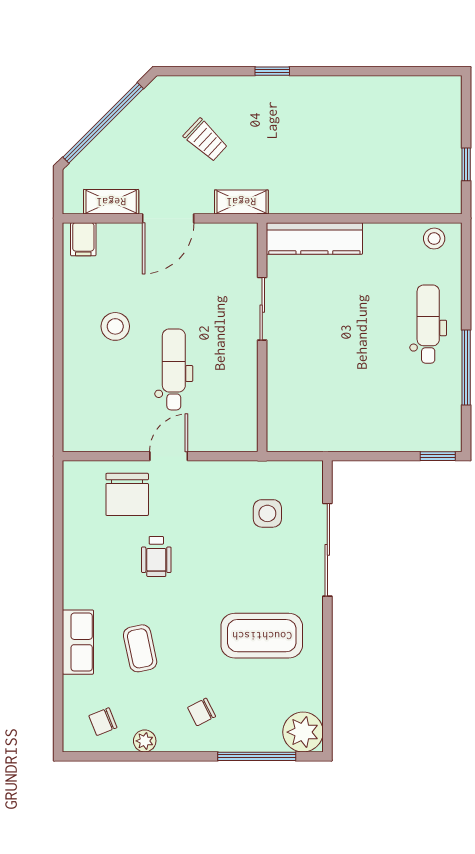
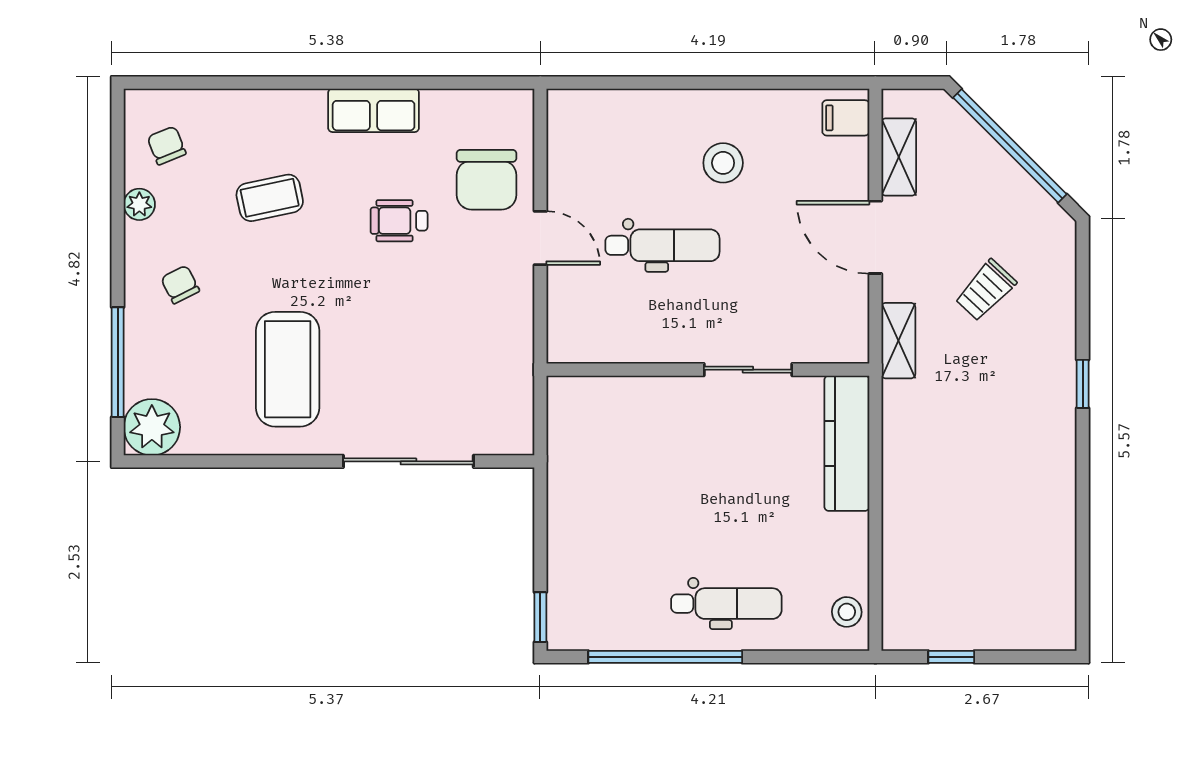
window: (466, 367) -> (665, 657), width x1.46
chair: (127, 494) -> (487, 180), turned -90
side table: (267, 513) -> (460, 377), removed
row of seats: (78, 642) -> (374, 110), moved

